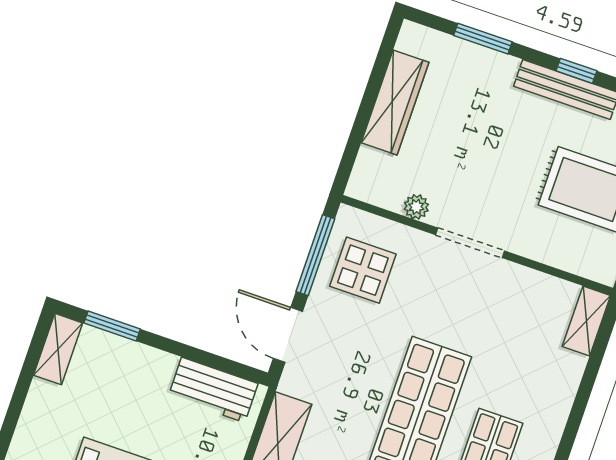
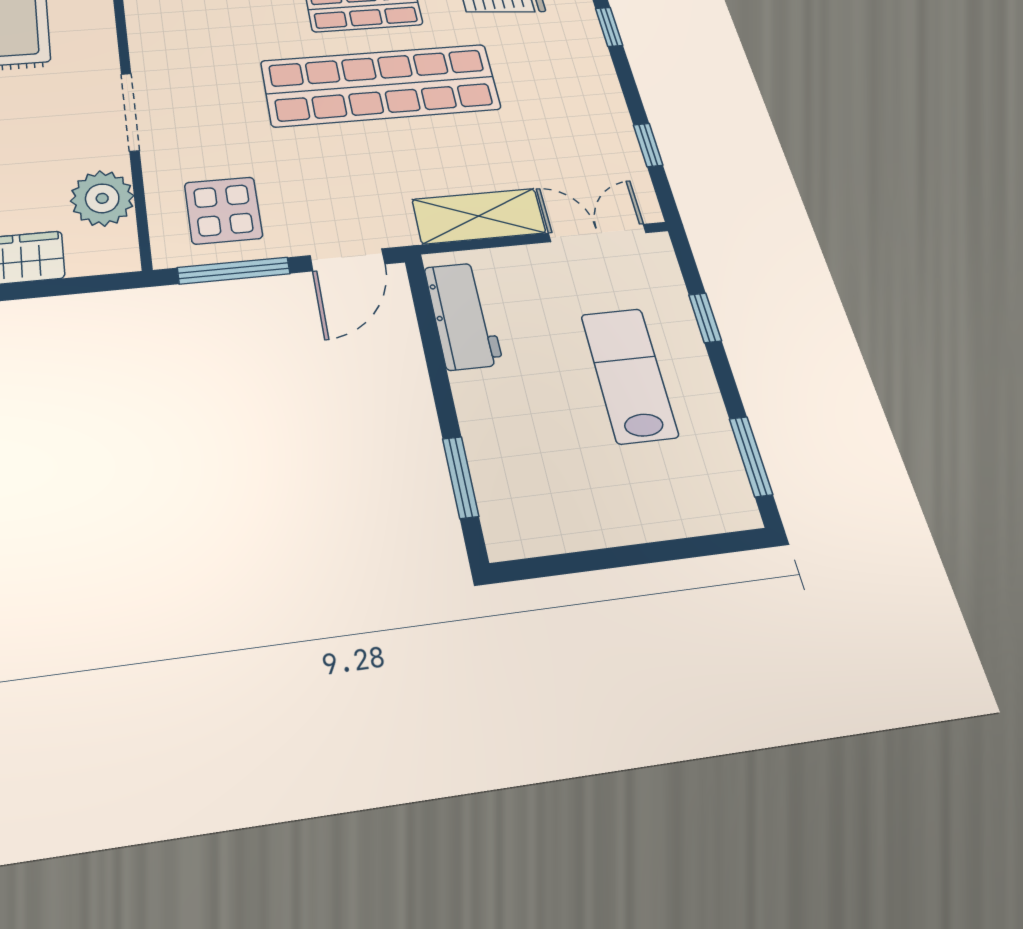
plant: (416, 207) -> (102, 198), width x1.88, depth x1.88
shelving: (58, 349) -> (532, 535), removed

